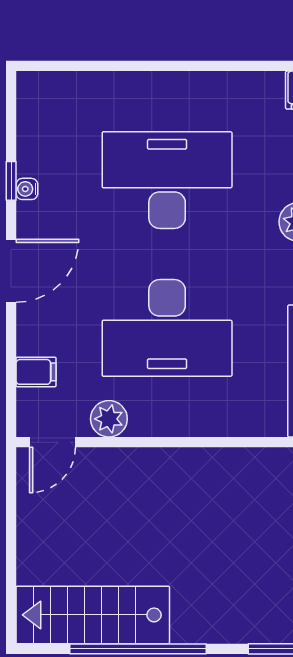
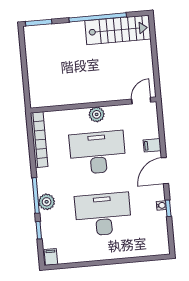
desk: (167, 180) -> (103, 214), turned 180
filing cabinet: (36, 372) -> (152, 145), moved
plant: (109, 419) -> (97, 114), moved

